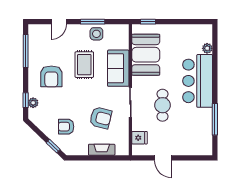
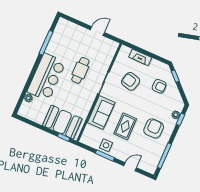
booth: (146, 55) -> (62, 122), moved, turned 90
fridge: (139, 138) -> (108, 54), removed
door: (163, 158) -> (97, 31), hinge flipped

